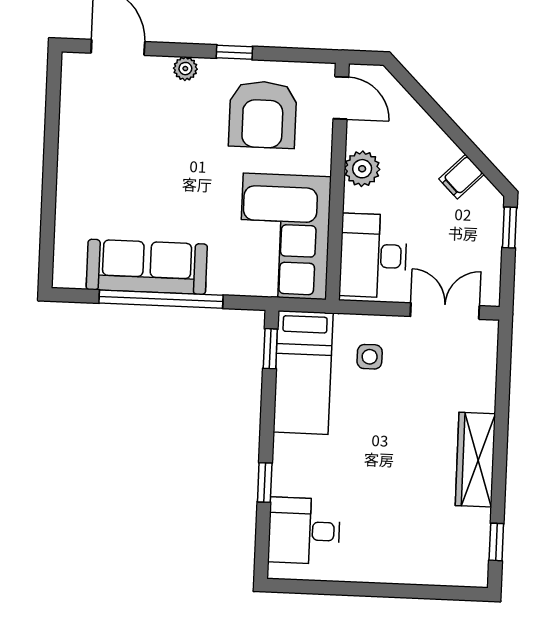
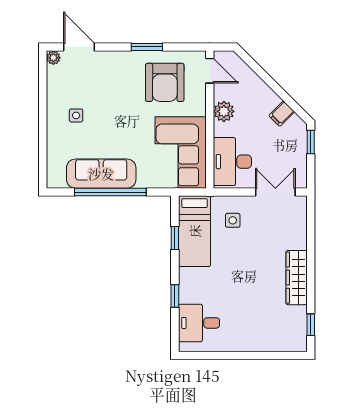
window: (234, 52) -> (147, 47), width x1.50
plant: (185, 69) -> (53, 58), moved
side table: (108, 165) -> (76, 115), added
window: (270, 349) -> (175, 238), moved

